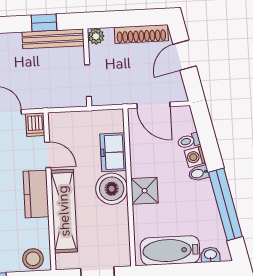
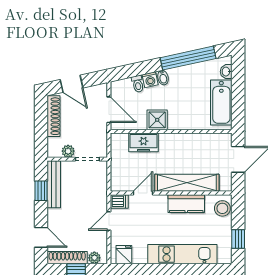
plant: (96, 36) -> (68, 151), moved
door: (153, 105) -> (109, 110), hinge flipped
boiler: (112, 189) -> (172, 145), removed
shower: (145, 191) -> (157, 120), moved
kitchen counter: (36, 194) -> (186, 204), moved

